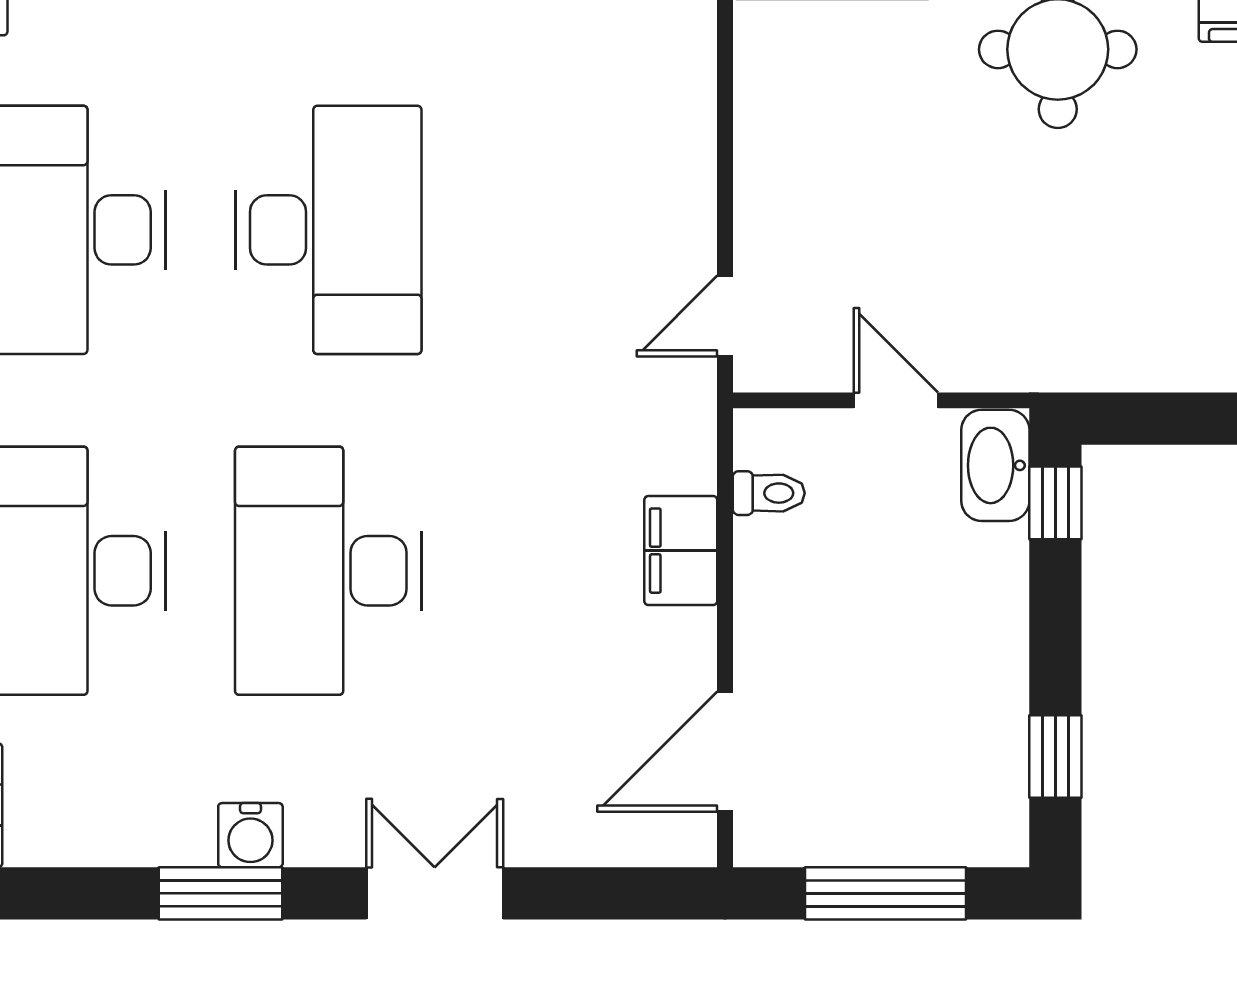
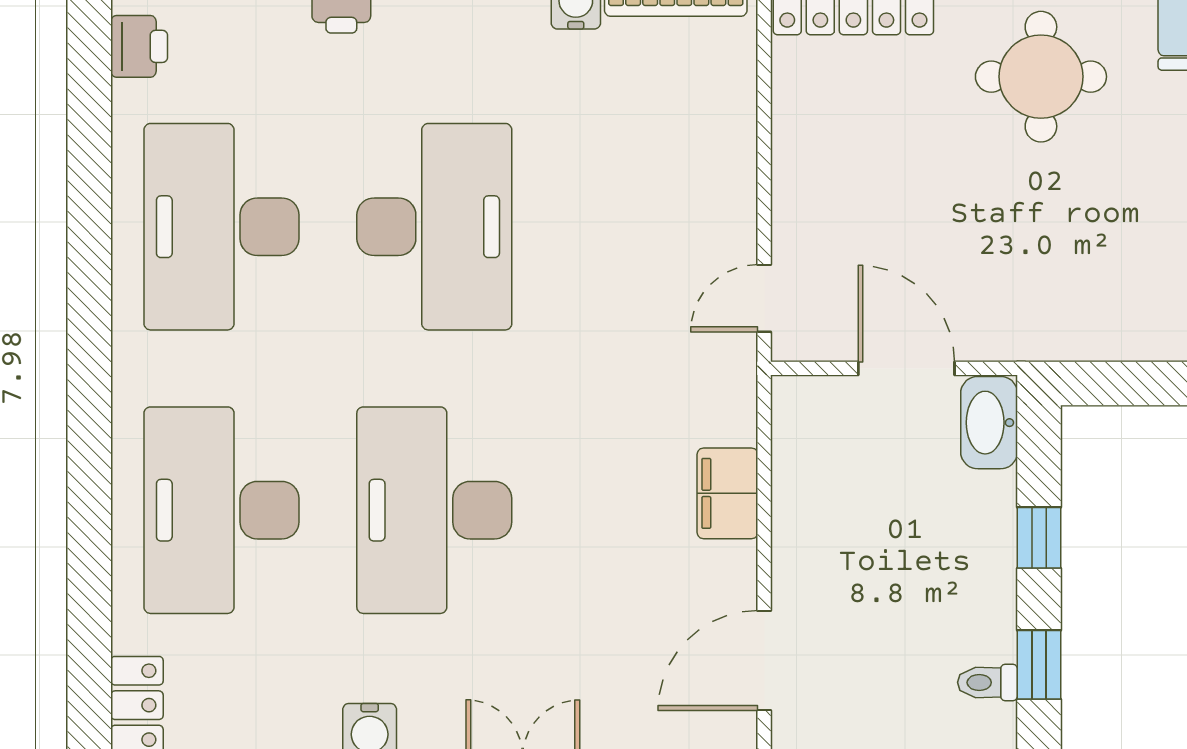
door: (896, 400) -> (906, 368), width x1.37
toilet: (769, 493) -> (988, 682), moved, turned 180
window: (1055, 503) -> (1039, 538), moved

